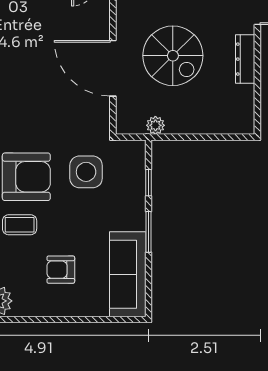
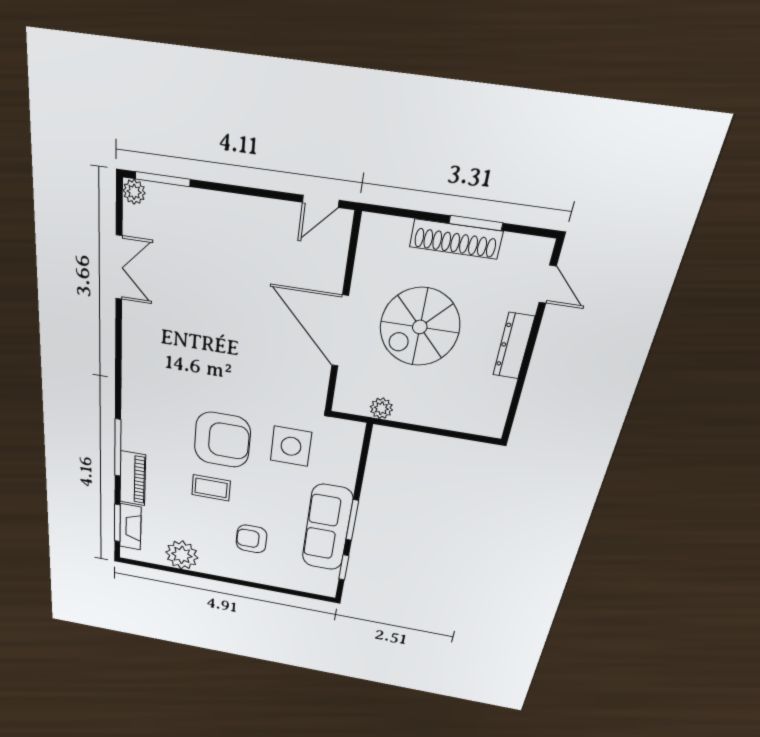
spiral stairs: (173, 56) -> (420, 327), turned 90
window: (148, 183) -> (344, 567), moved
sofa: (128, 274) -> (327, 528), moved

